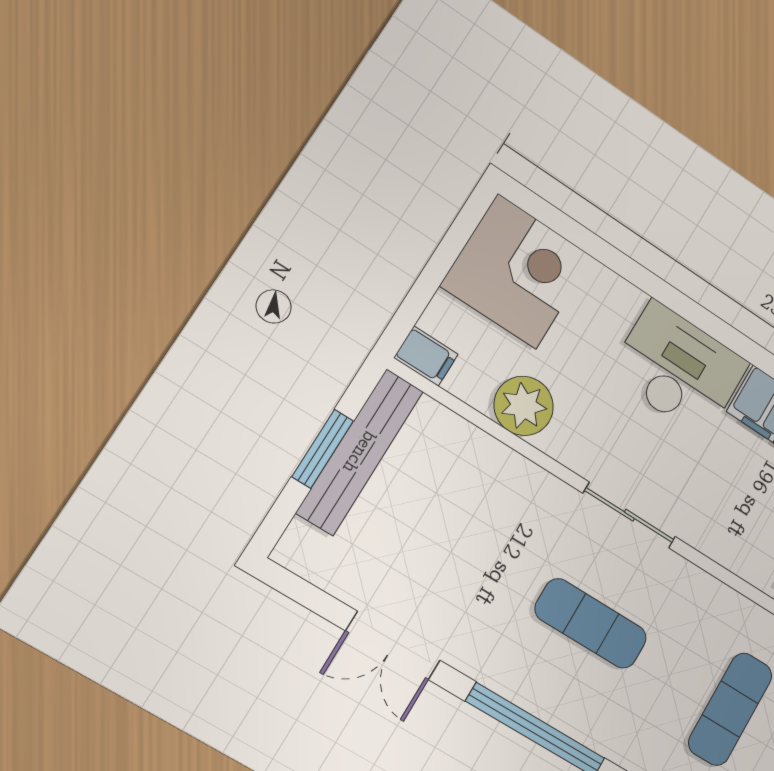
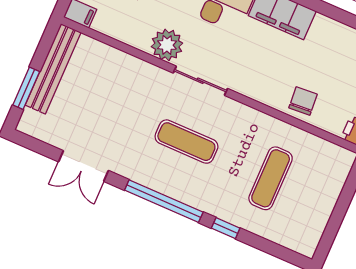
plant: (524, 406) -> (167, 45), moved
window: (323, 449) -> (26, 88), moved

